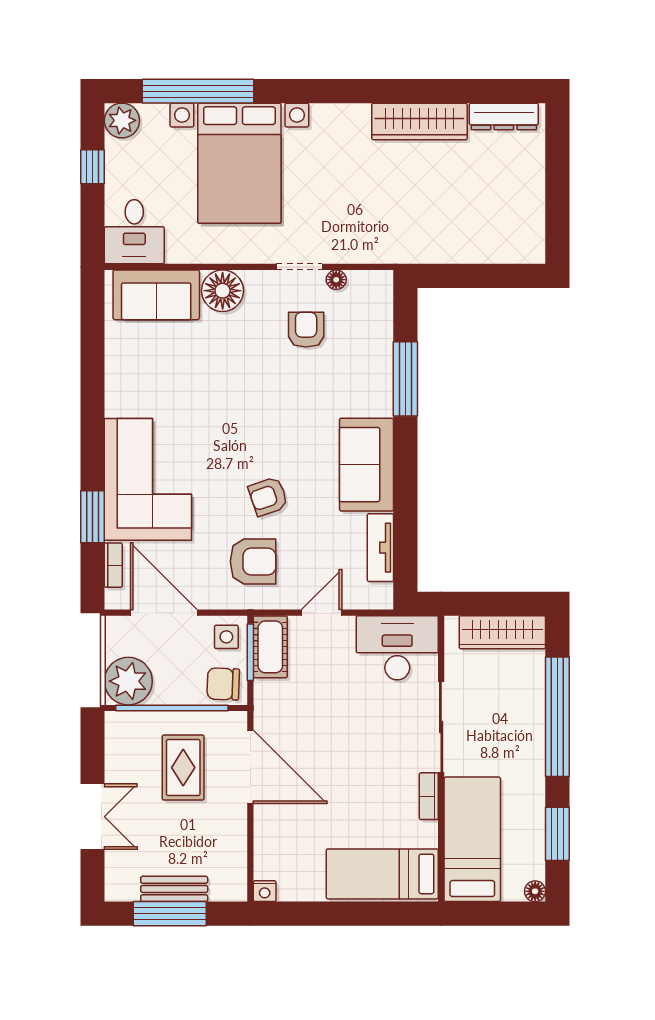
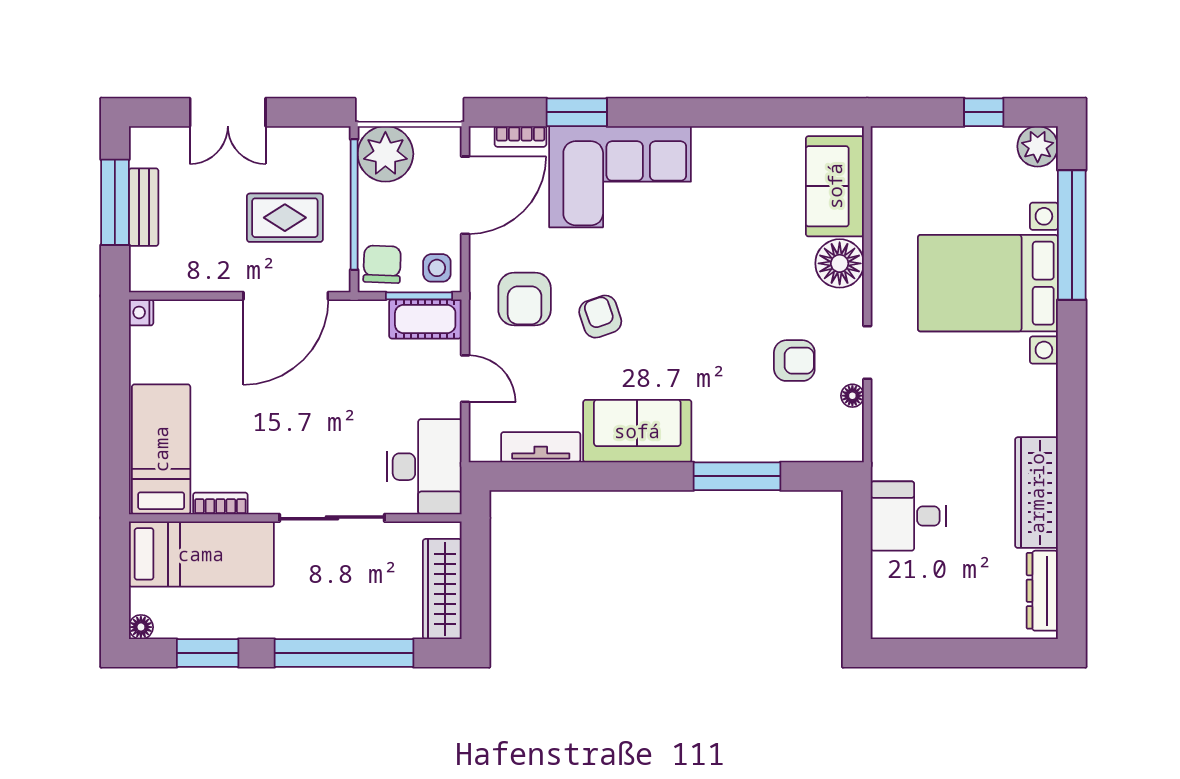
desk: (134, 232) -> (908, 516), moved
bookcase: (429, 796) -> (220, 503), moved

